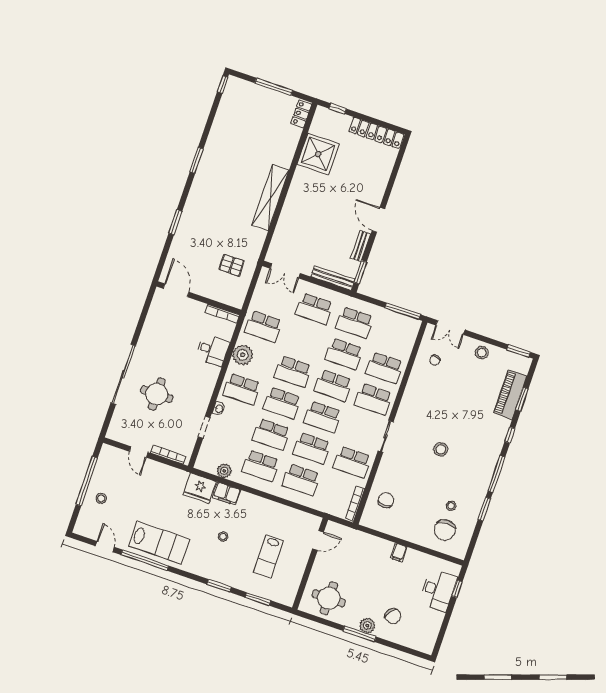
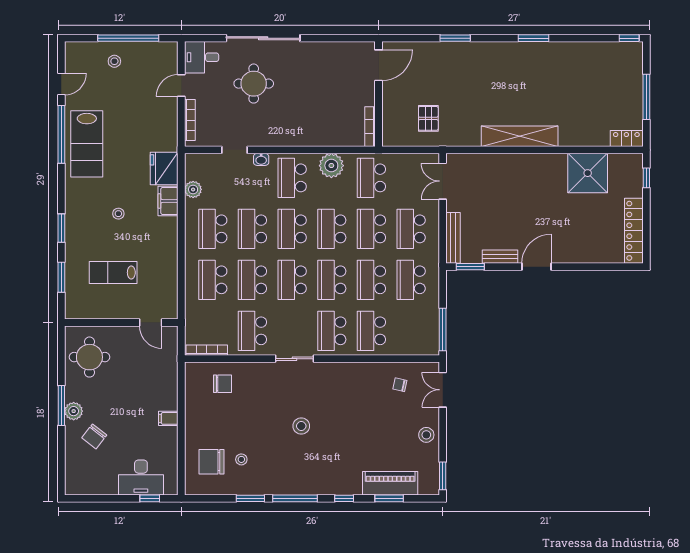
school desk: (304, 340) -> (371, 229), added
desk: (213, 350) -> (202, 57), moved, turned 90

